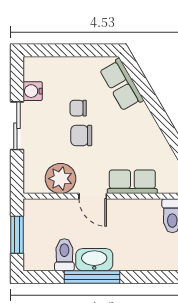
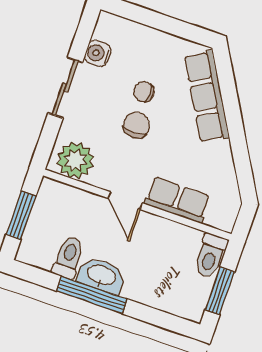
row of seats: (122, 85) -> (207, 96), width x1.48
chair: (81, 136) -> (137, 125), turned 90
plant: (60, 179) -> (75, 160), moved

